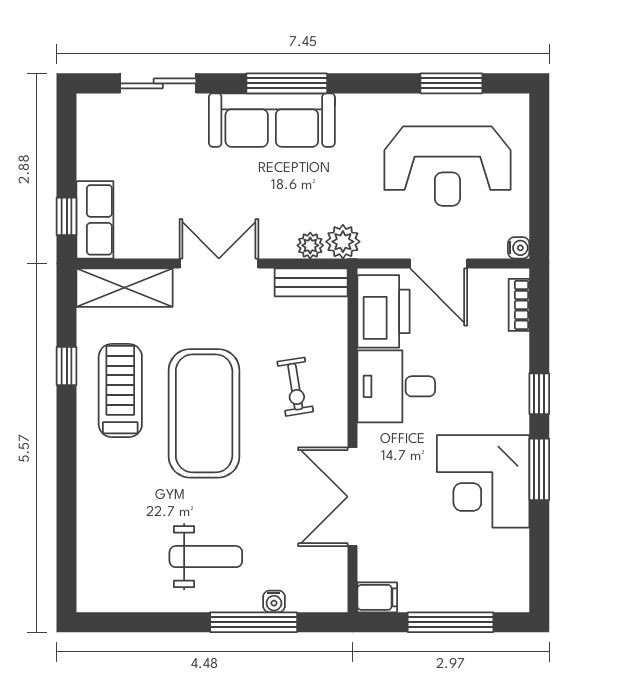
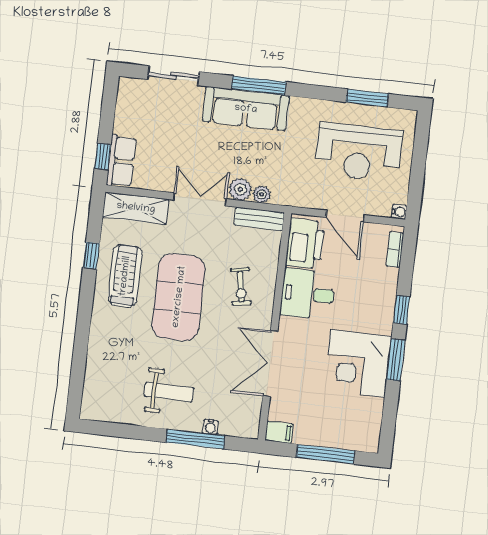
plant: (343, 242) -> (240, 189), moved

